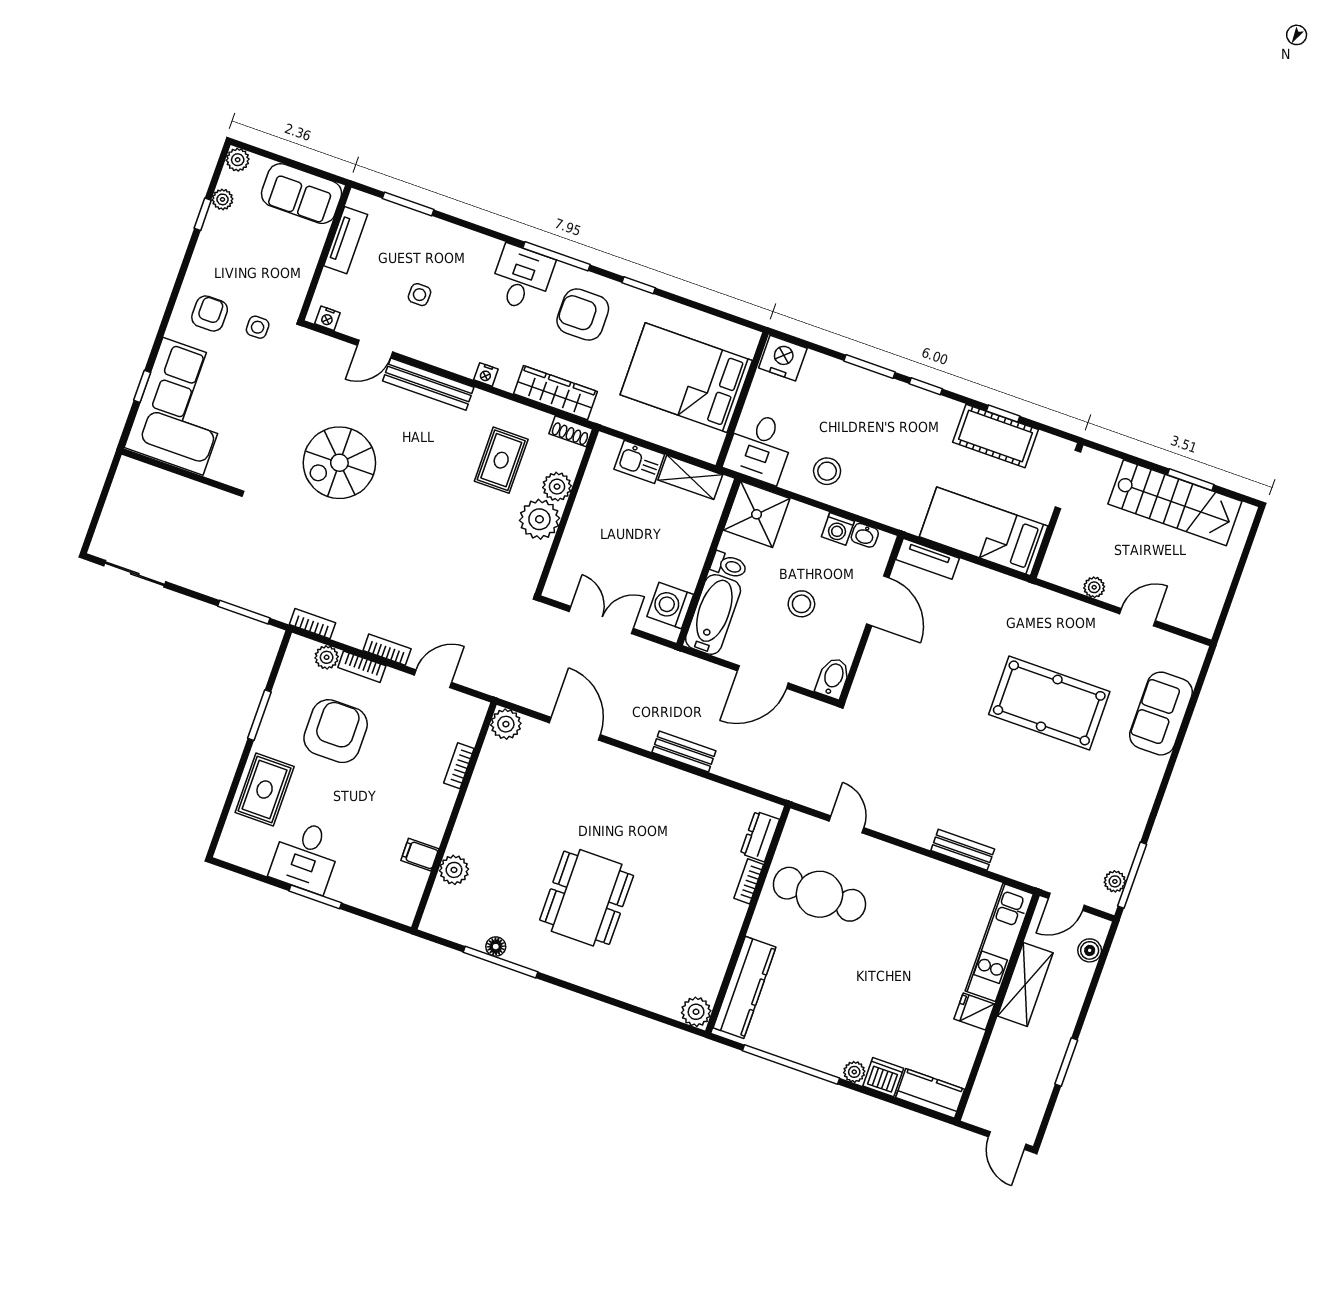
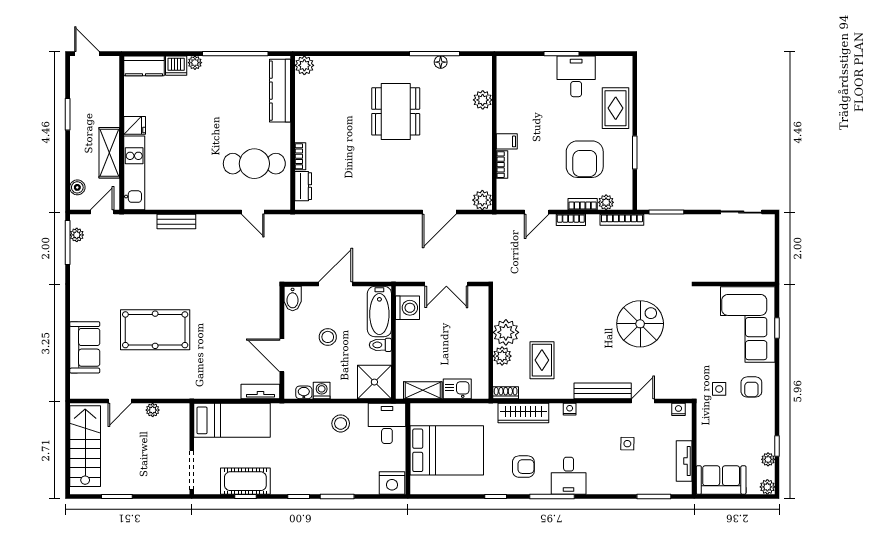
armchair: (583, 315) -> (523, 467), width x0.72, depth x0.72
stairs: (1175, 503) -> (85, 446), moved, turned 90
bookcase: (313, 624) -> (622, 220), width x1.56
door: (575, 729) -> (439, 212), hinge flipped
bench: (684, 751) -> (368, 222), removed
filing cabinet: (420, 855) -> (507, 141), moved

